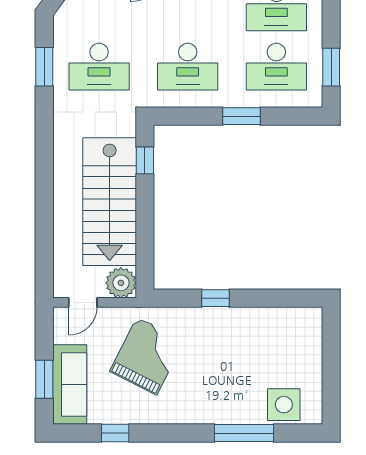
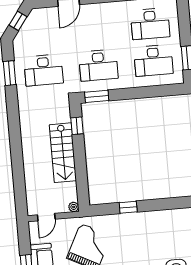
window: (241, 116) -> (97, 96), moved
stairs: (110, 202) -> (63, 153), width x0.73, depth x0.66
plant: (121, 283) -> (74, 207), width x0.53, depth x0.53

